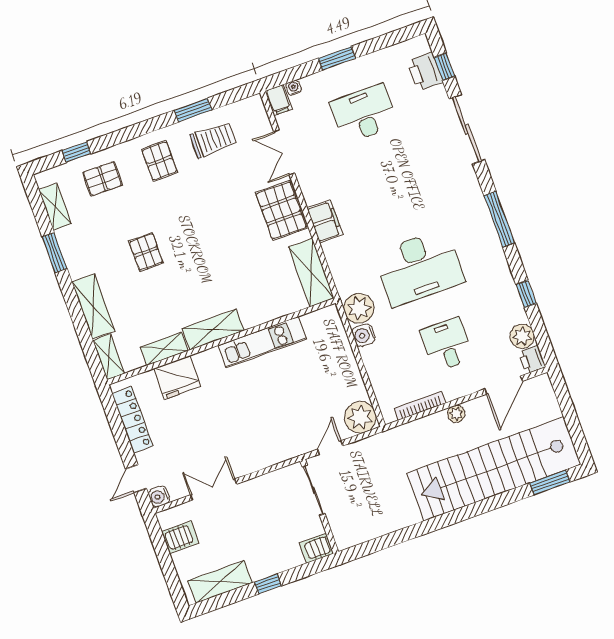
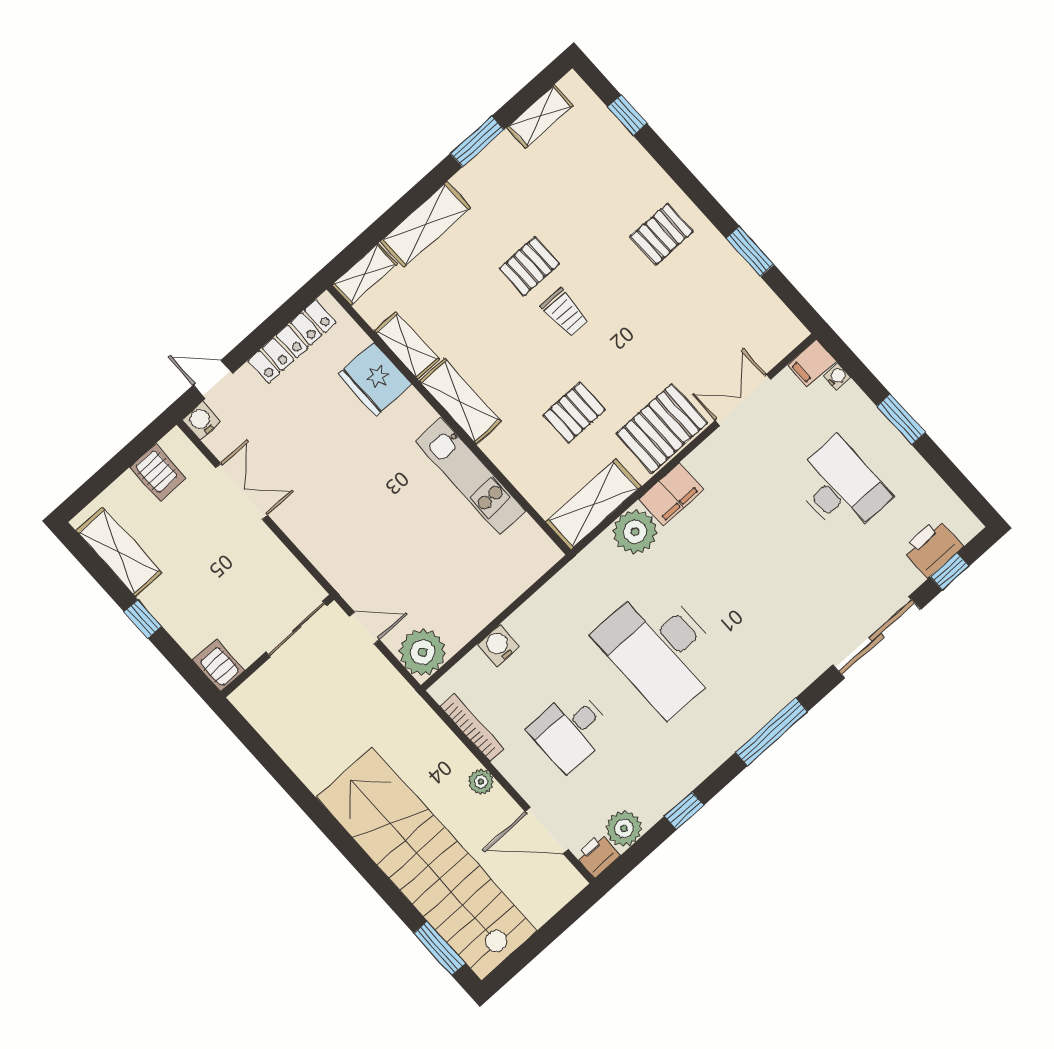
trolley: (213, 140) -> (565, 313), moved, width x0.73, depth x0.72
pallet: (103, 179) -> (574, 412), moved, turned 90
plant: (359, 308) -> (635, 532), moved
water cooler: (364, 335) -> (499, 645), moved
desk: (447, 344) -> (571, 730), turned 180

